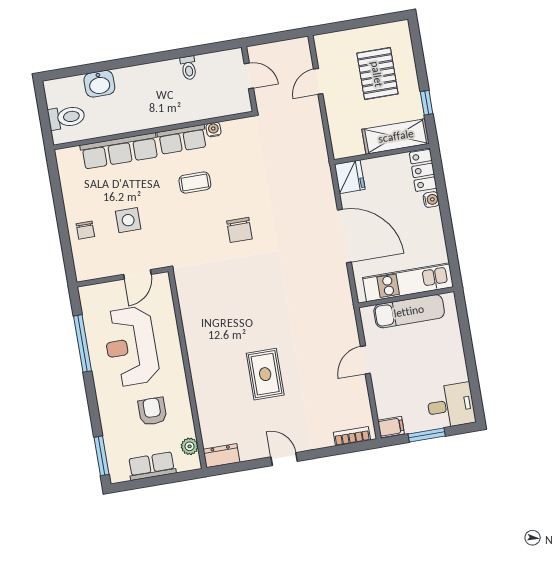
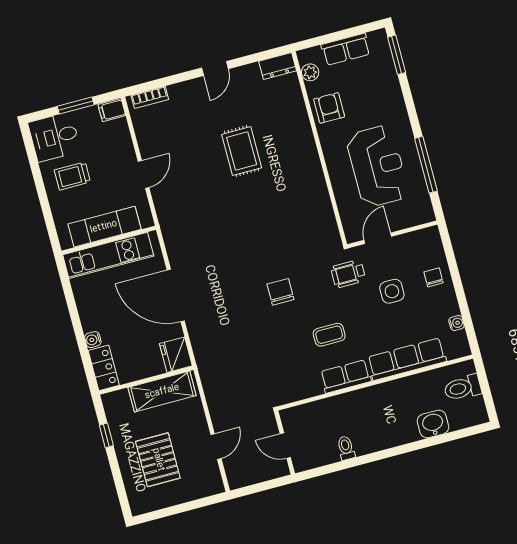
water cooler: (214, 130) -> (456, 323), moved, turned -90
shelving: (396, 136) -> (162, 392), moved
wheelchair: (170, 242) -> (348, 274), added
trolley: (437, 365) -> (72, 176), added
armchair: (152, 411) -> (329, 108), moved, turned 180
door: (284, 459) -> (215, 68), hinge flipped

